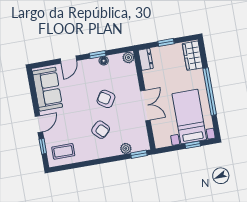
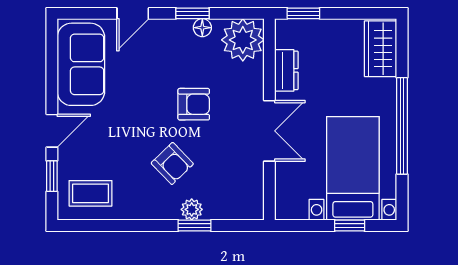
window: (166, 42) -> (303, 13), moved
plant: (128, 57) -> (243, 40), width x1.88, depth x1.88
dresser: (146, 59) -> (286, 70), moved
armchair: (106, 99) -> (194, 104), turned 148
plant: (126, 148) -> (192, 209), moved
window: (139, 154) -> (194, 226), moved

